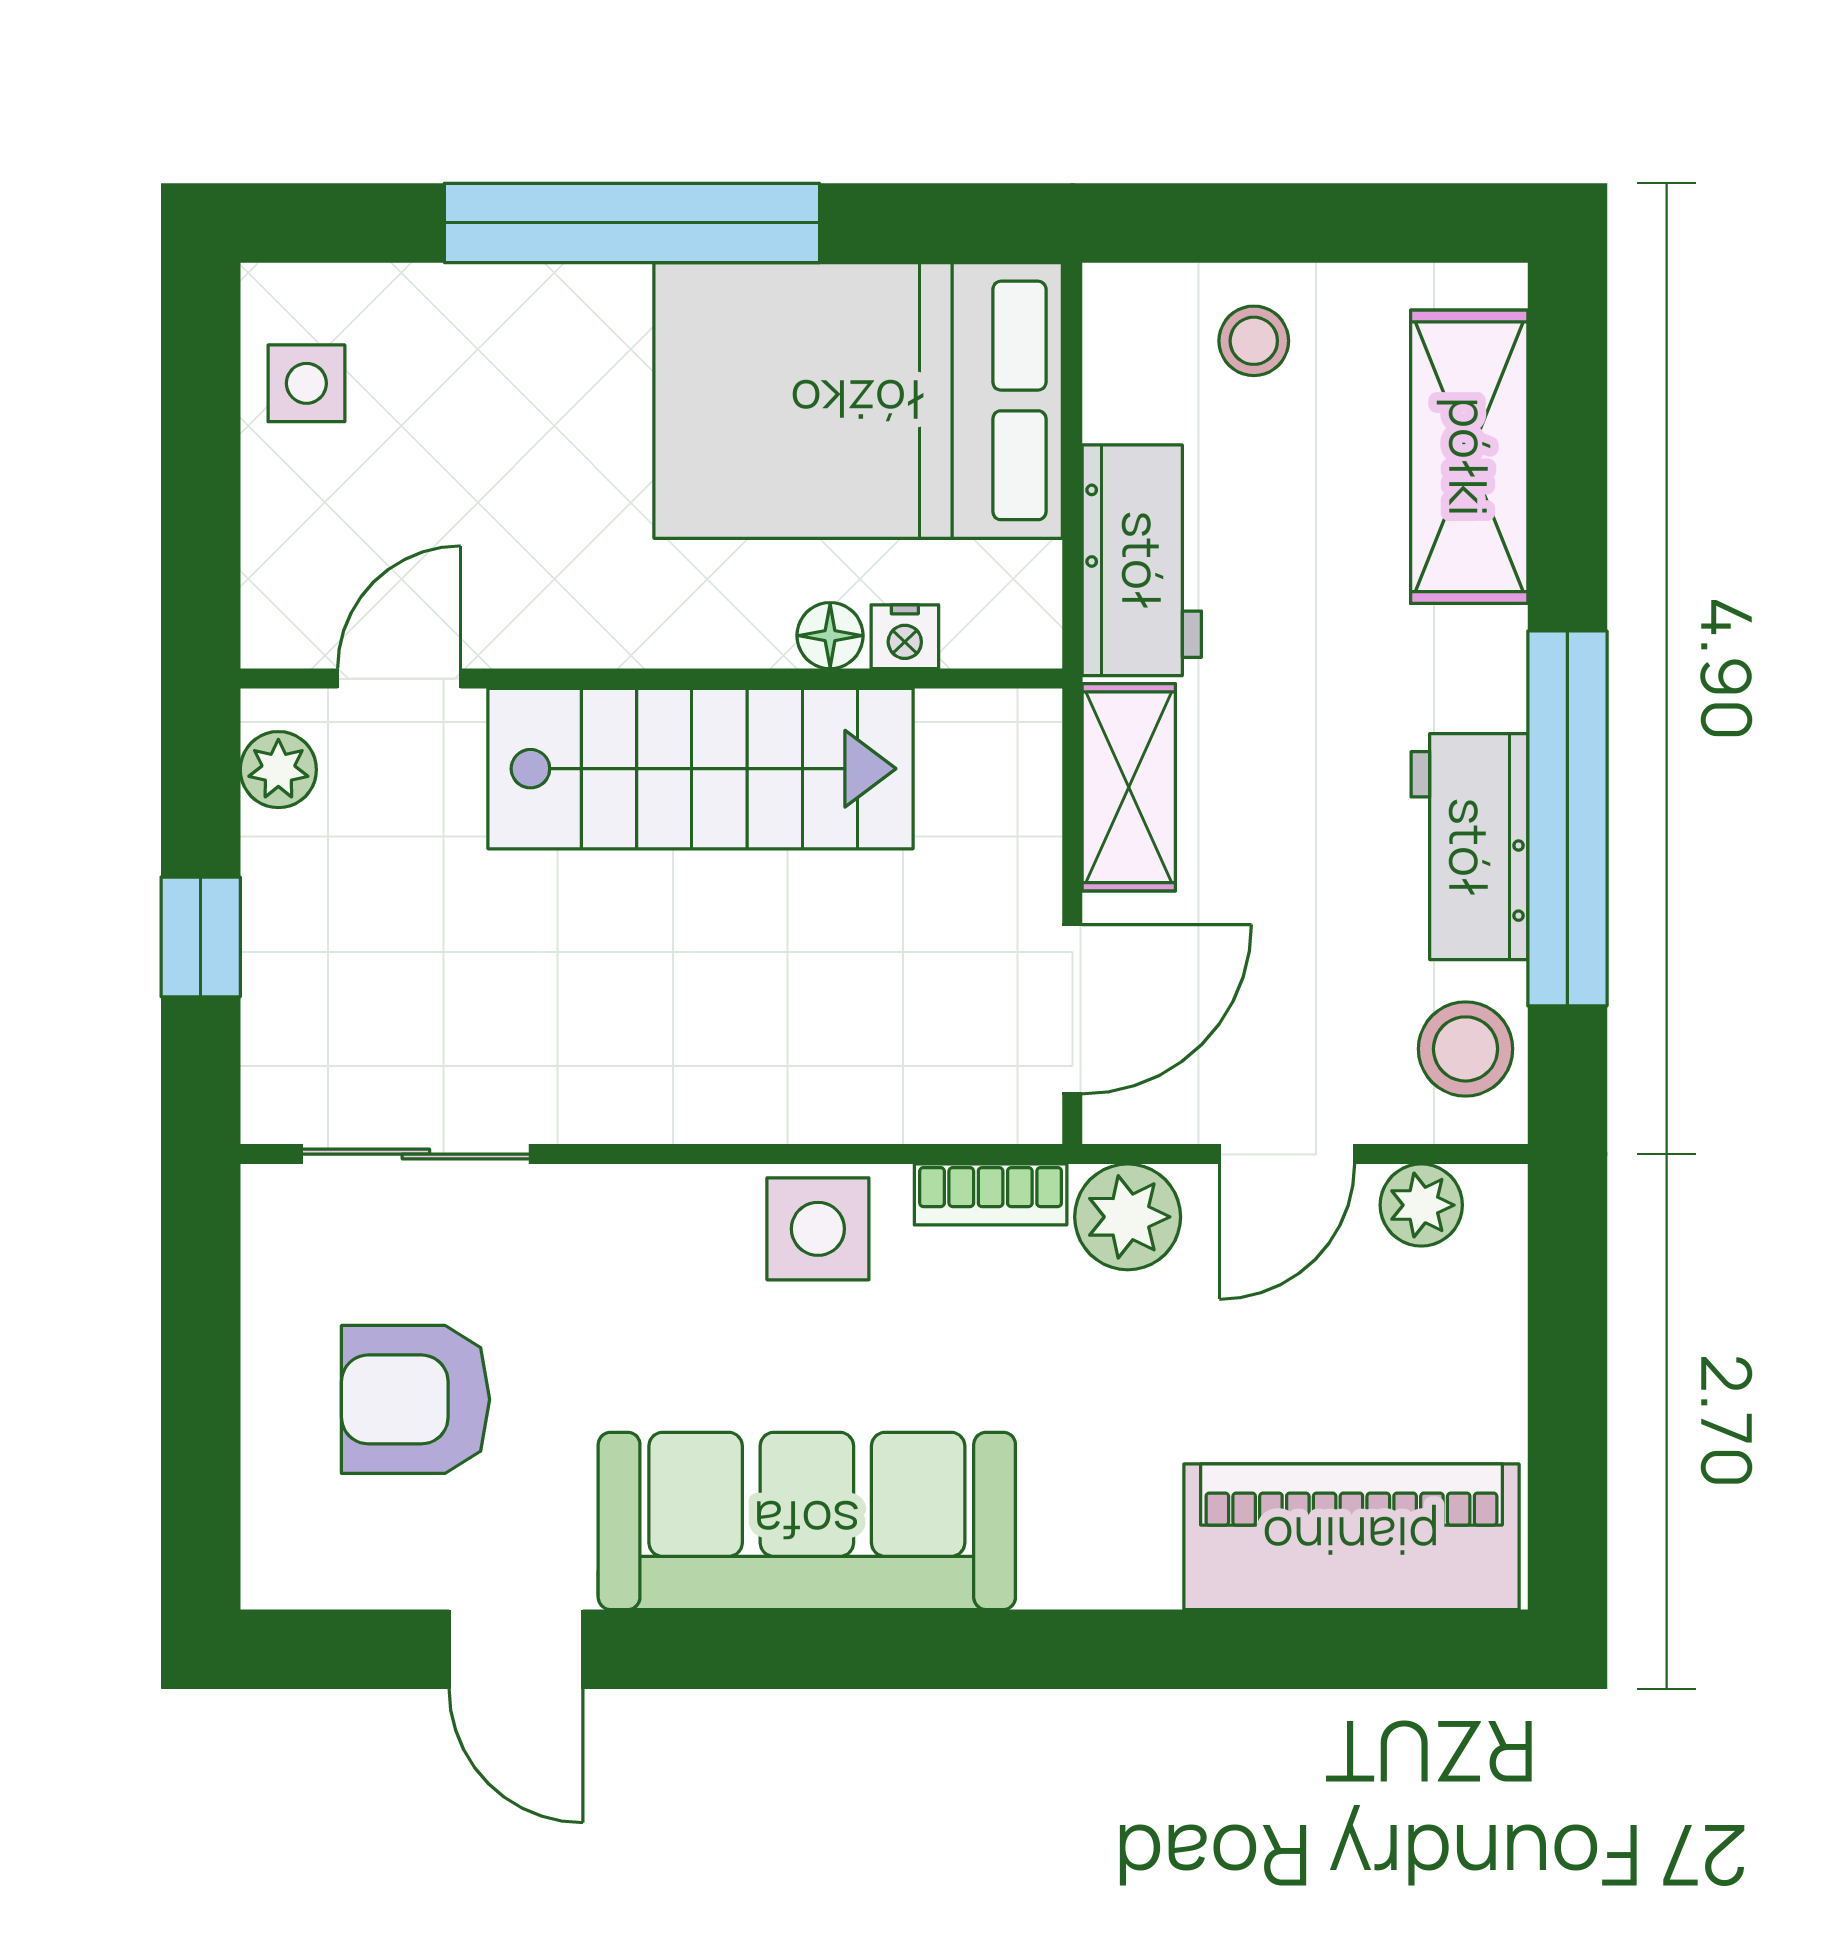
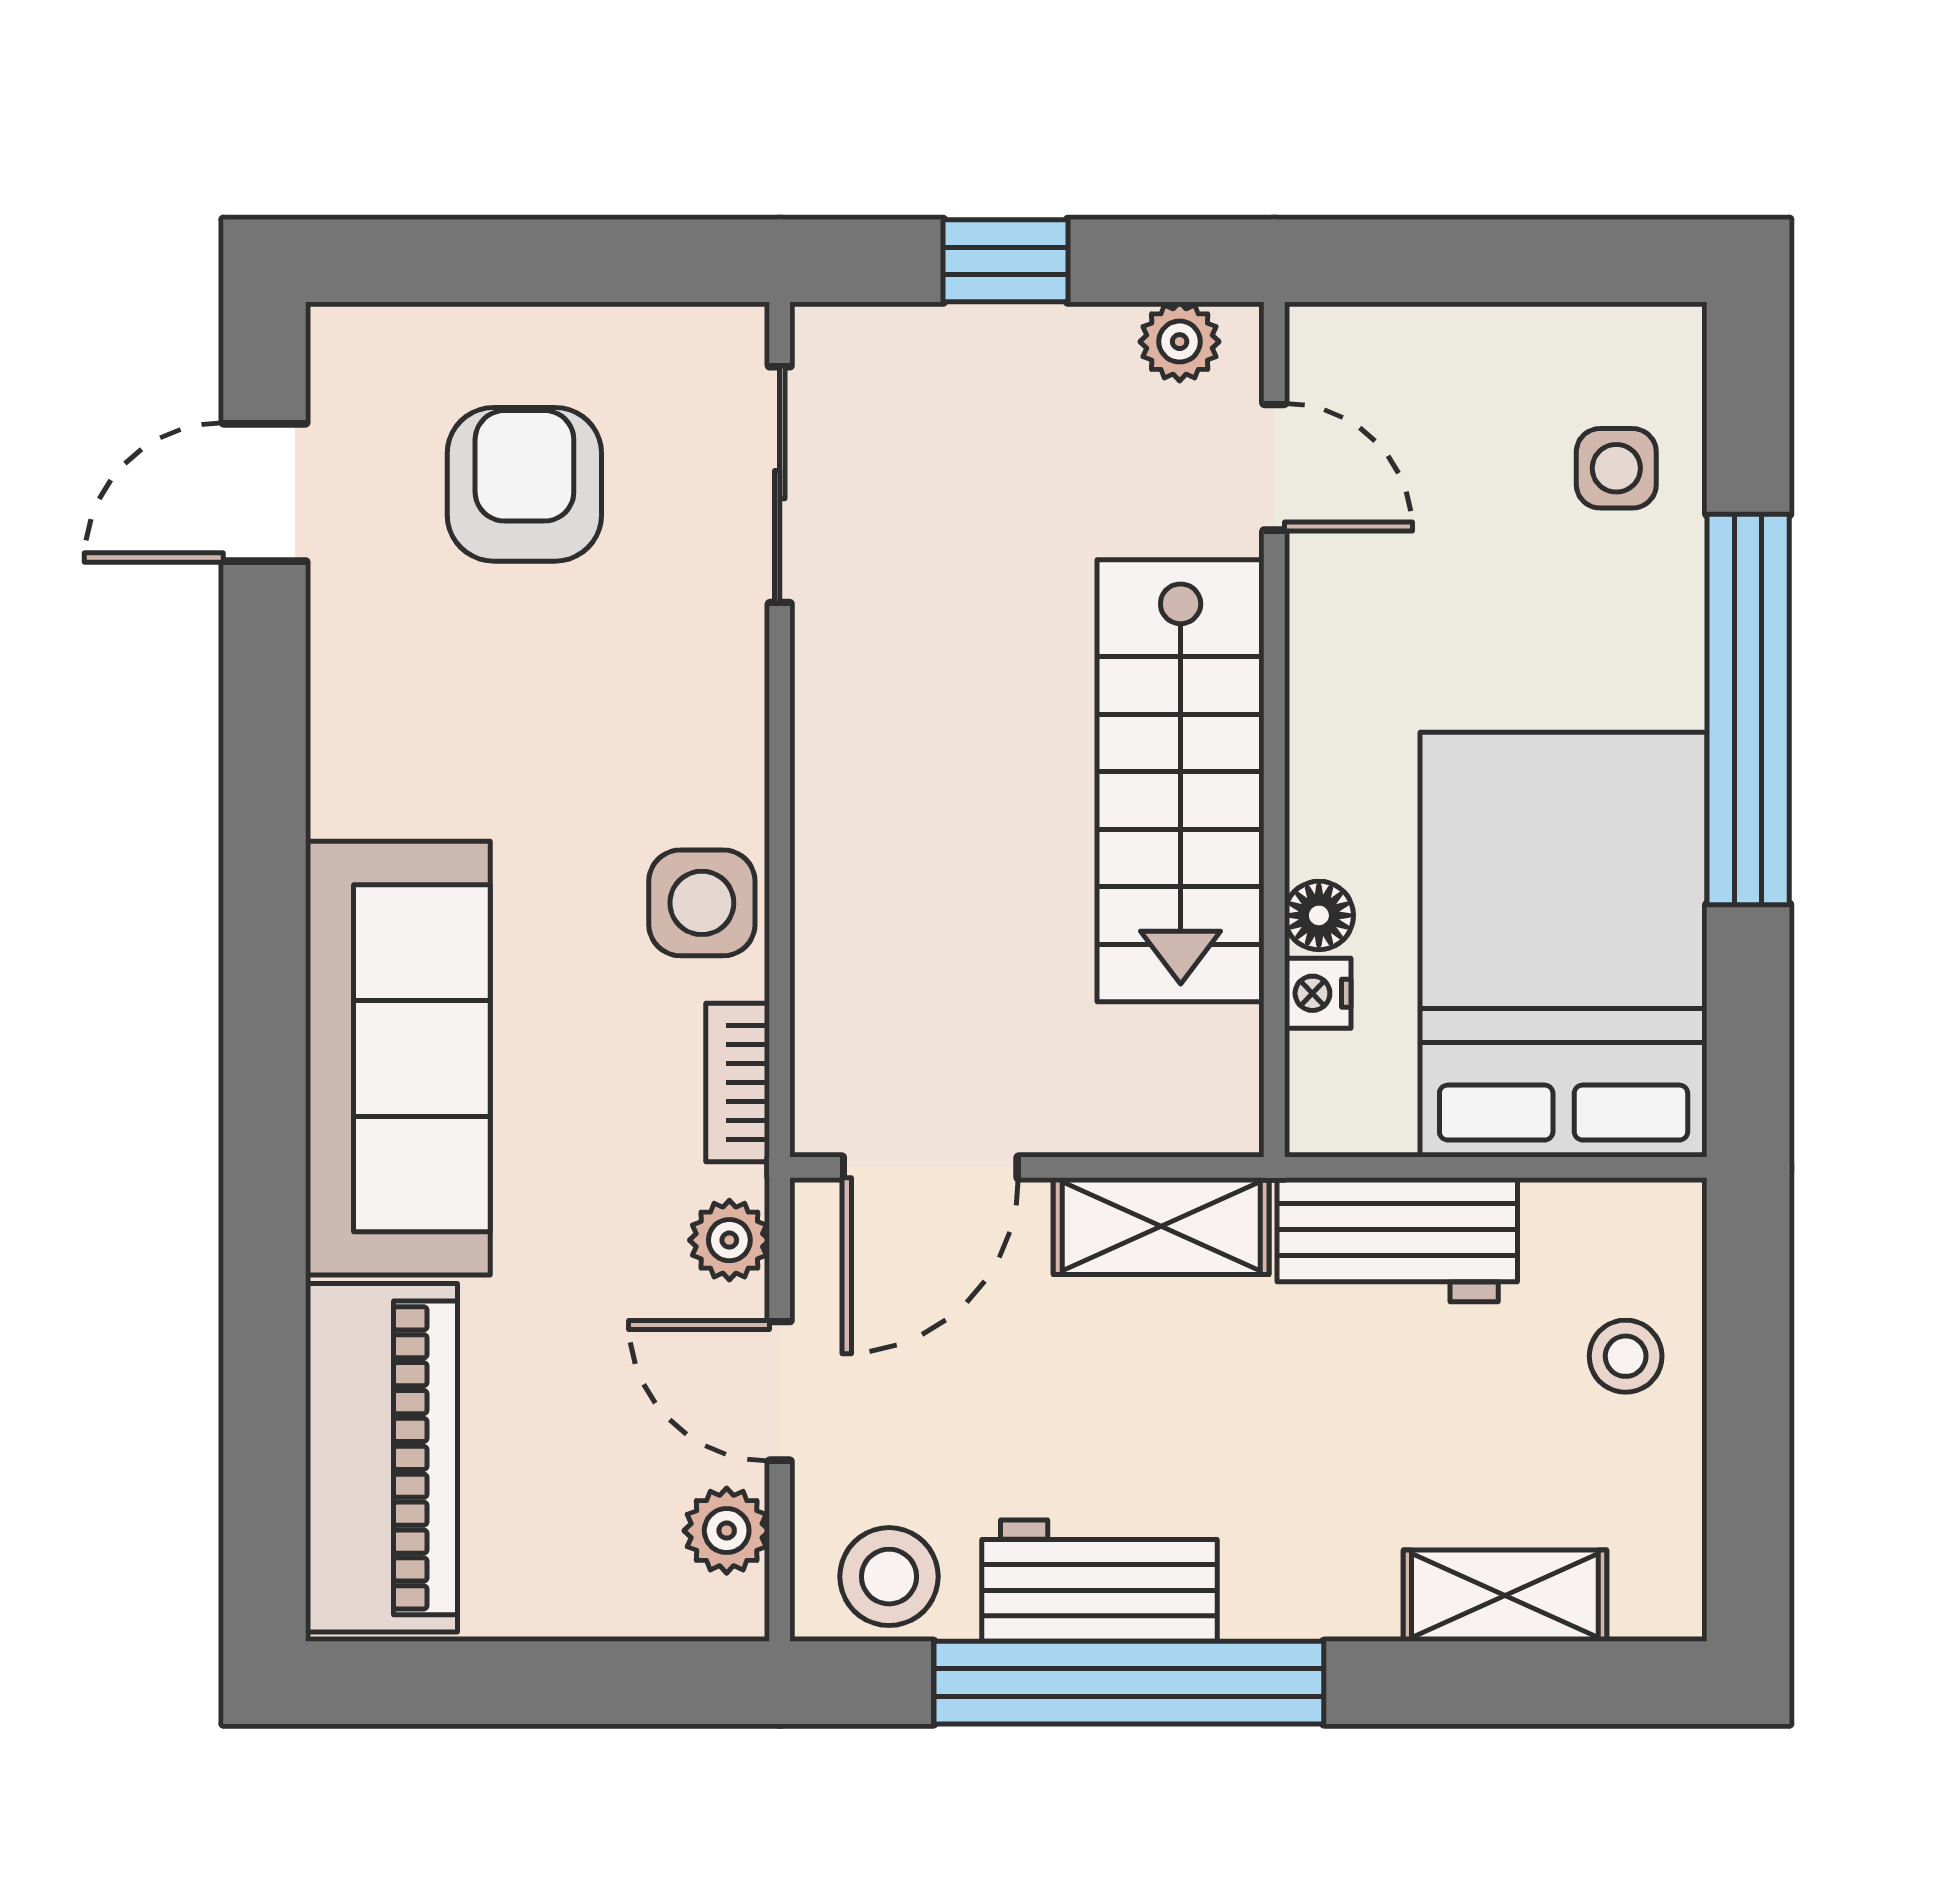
side table: (306, 383) -> (1616, 468), moved
shelving: (1469, 457) -> (1505, 1596), width x0.67, depth x0.75
door: (1072, 1009) -> (930, 1167), hinge flipped
plant: (1128, 1217) -> (729, 1240), width x0.73, depth x0.73
sofa: (807, 1521) -> (398, 1058), moved
door: (516, 1649) -> (265, 492), moved

